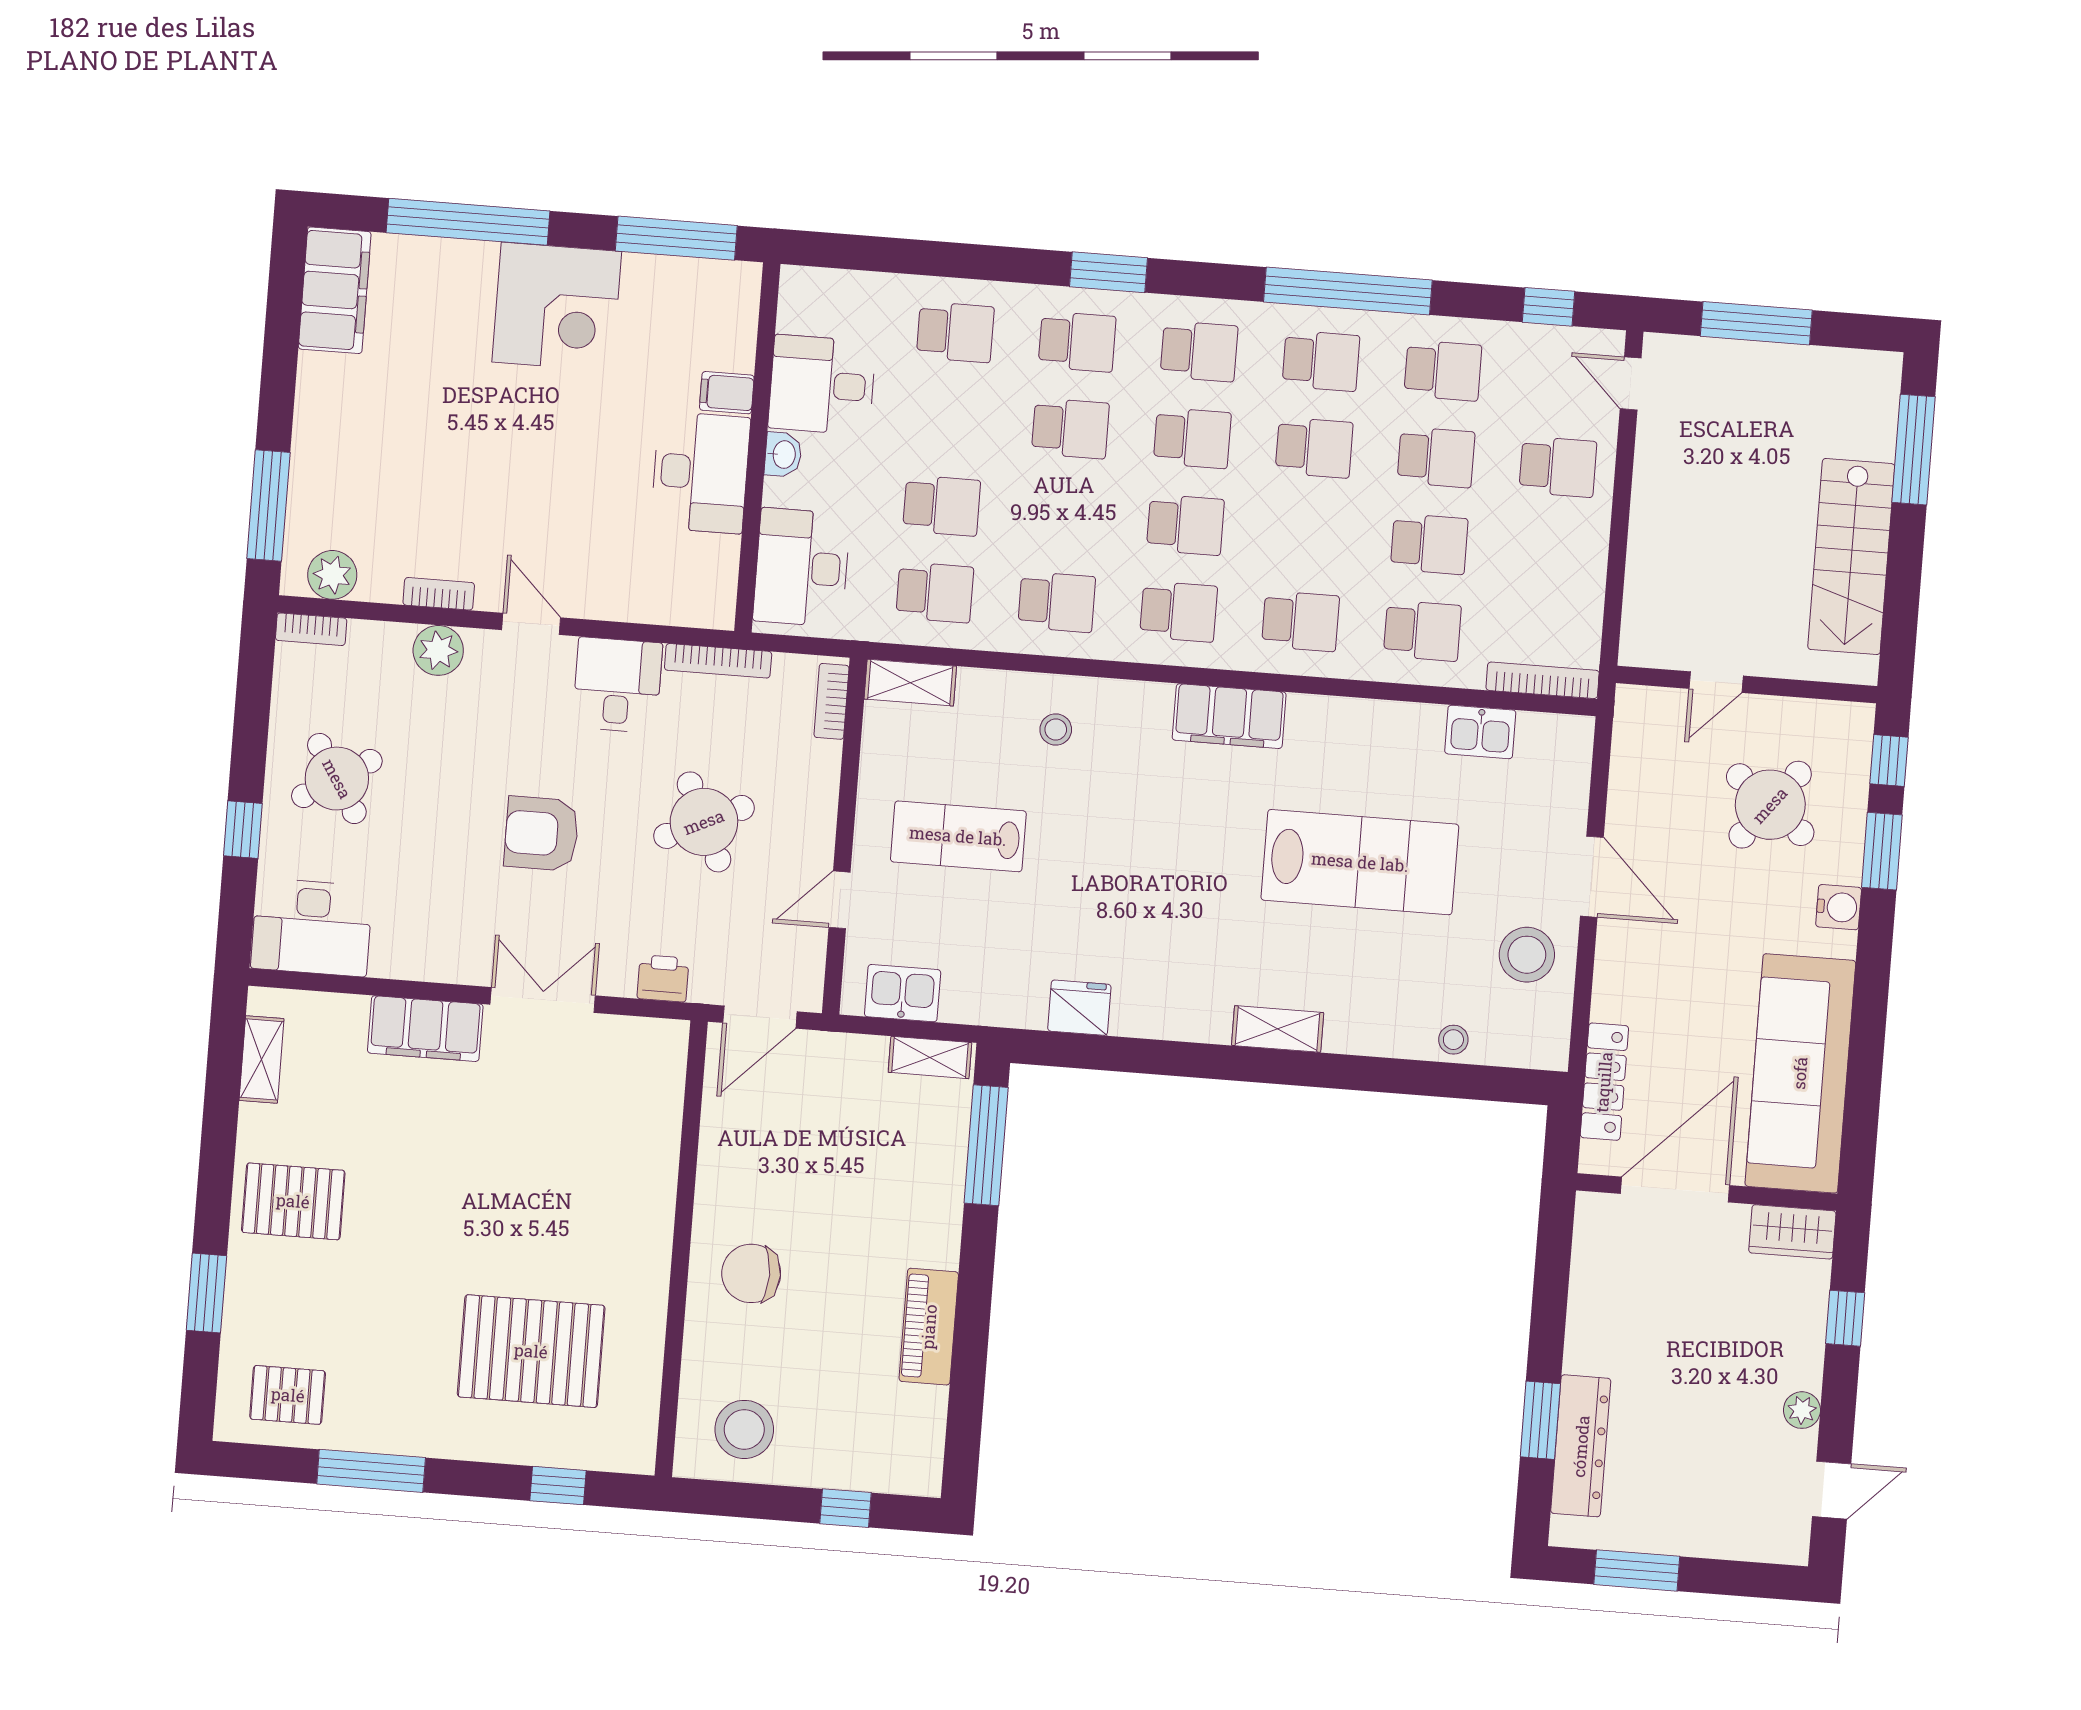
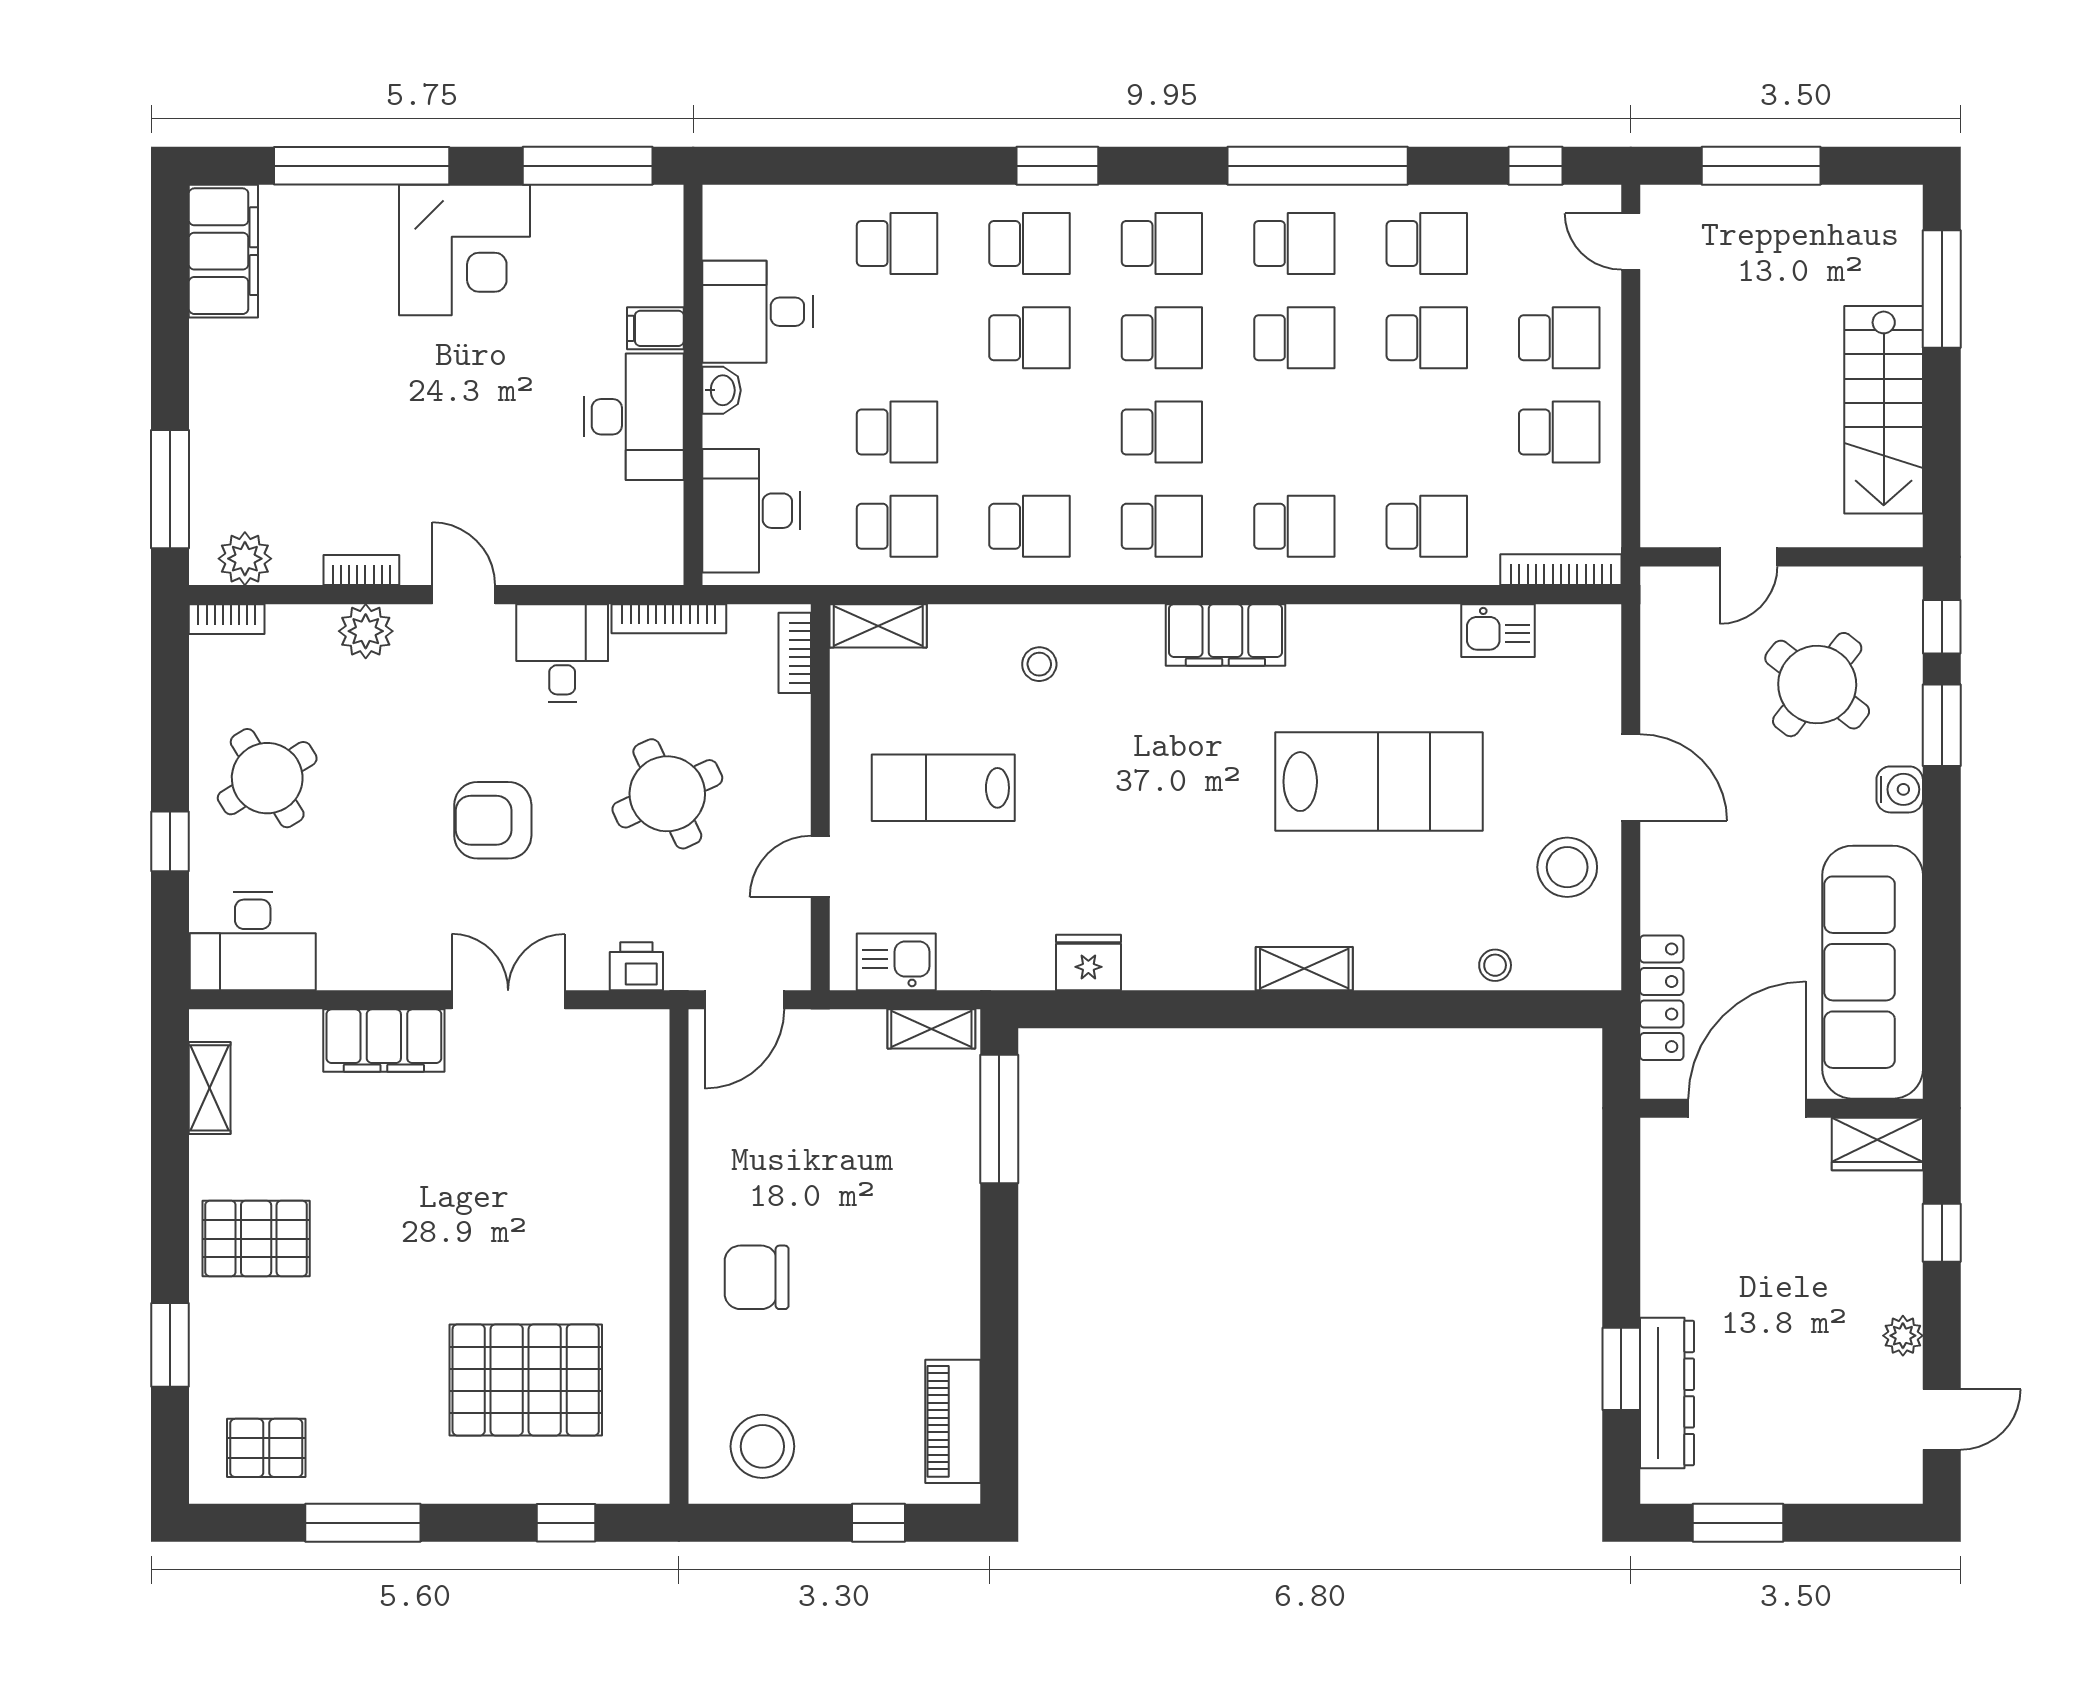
school desk: (1429, 544) -> (1559, 432), moved
piano: (929, 1327) -> (953, 1421), moved

